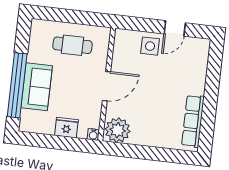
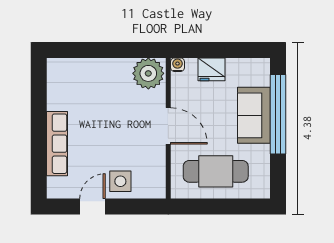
cafe table: (72, 45) -> (216, 171), width x1.37, depth x1.35
door: (106, 86) -> (168, 126), swing flipped
row of seats: (193, 121) -> (57, 144), moved

